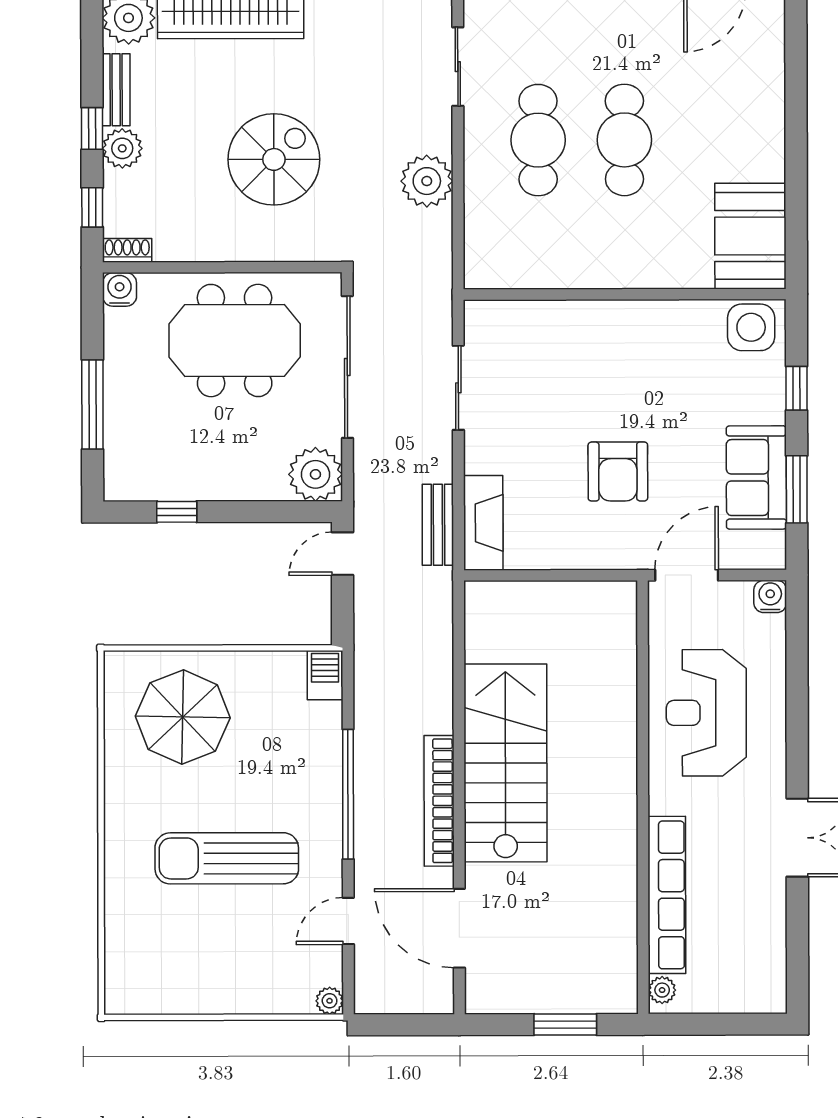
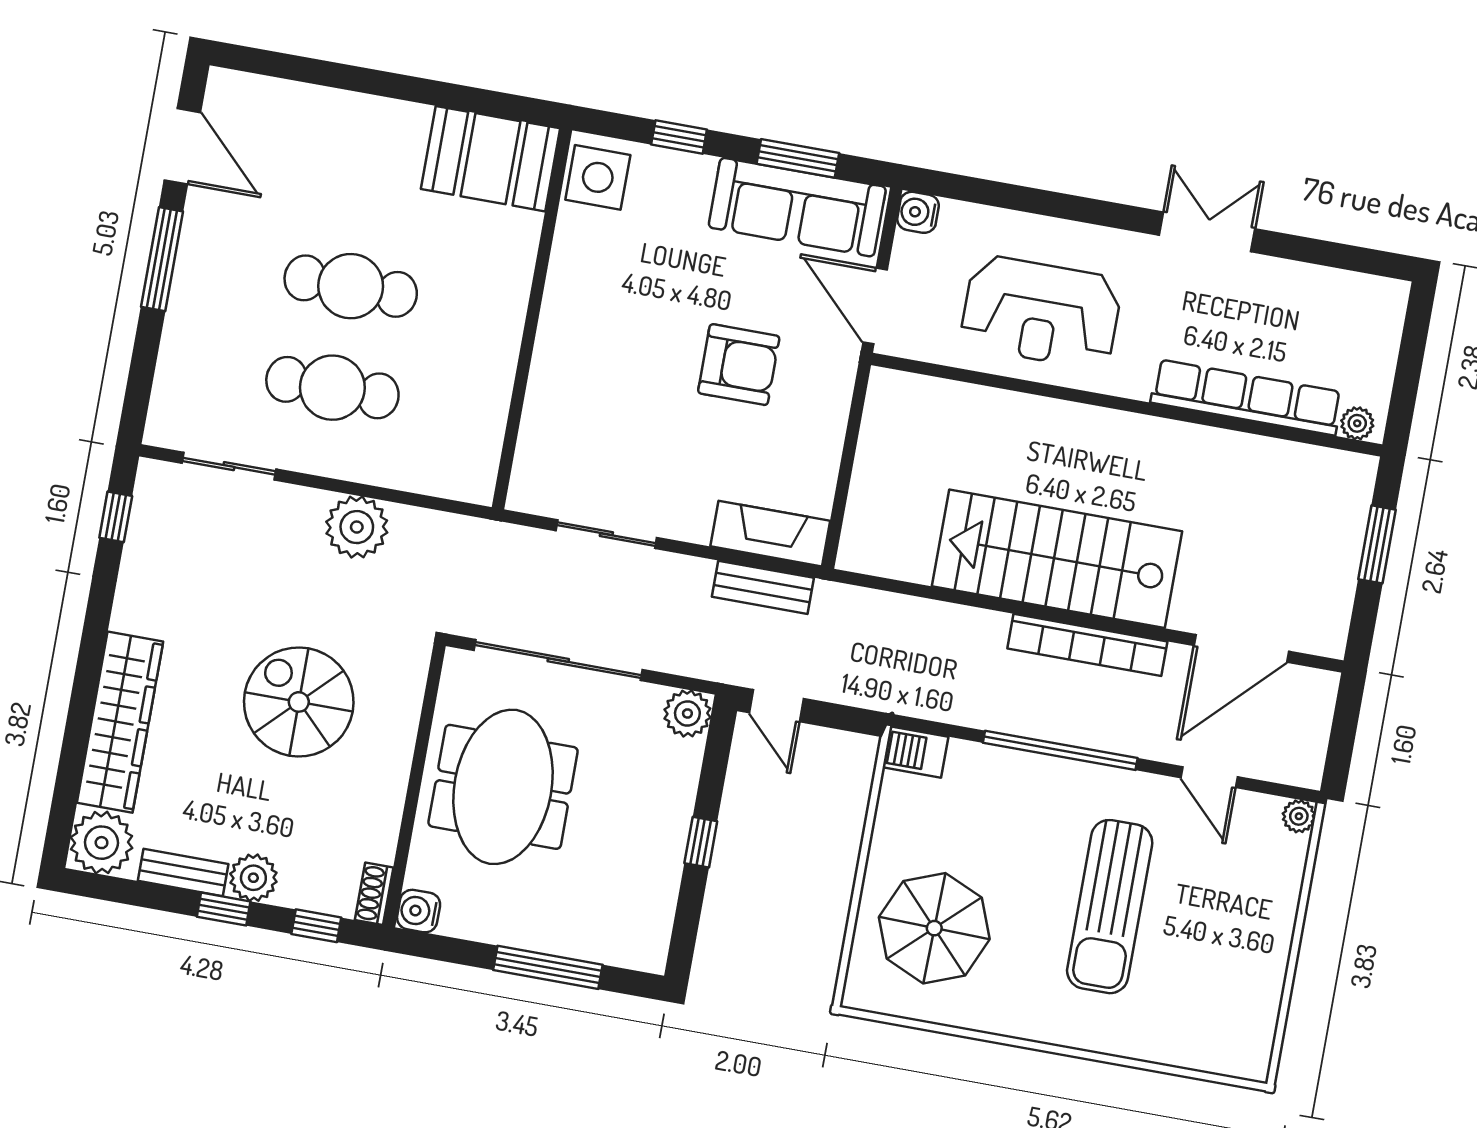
plant: (315, 474) -> (687, 713), width x0.73, depth x0.73
sofa: (756, 477) -> (797, 207), width x1.36
window: (177, 512) -> (701, 842), moved

